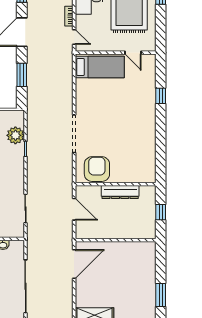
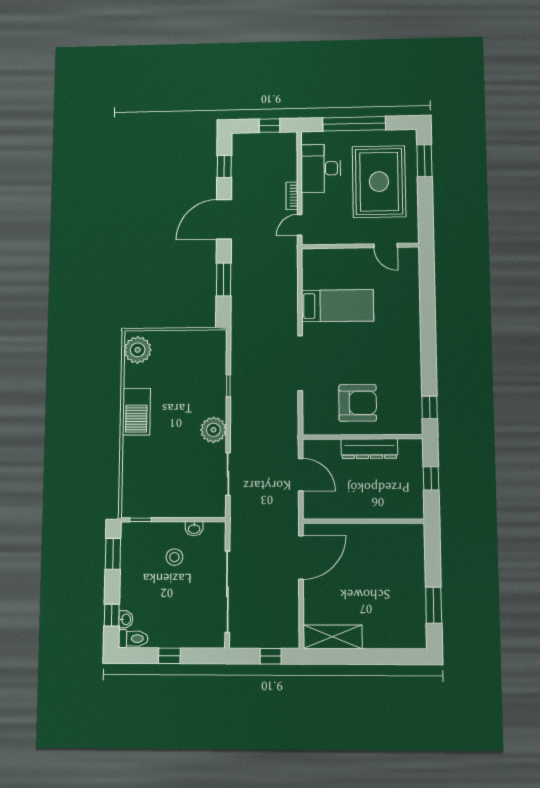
door: (74, 37) -> (300, 225), swing flipped
bed: (100, 67) -> (337, 306), moved
window: (161, 96) -> (430, 407), moved
plant: (15, 135) -> (213, 430), moved
armchair: (97, 169) -> (358, 403), moved, turned 90

